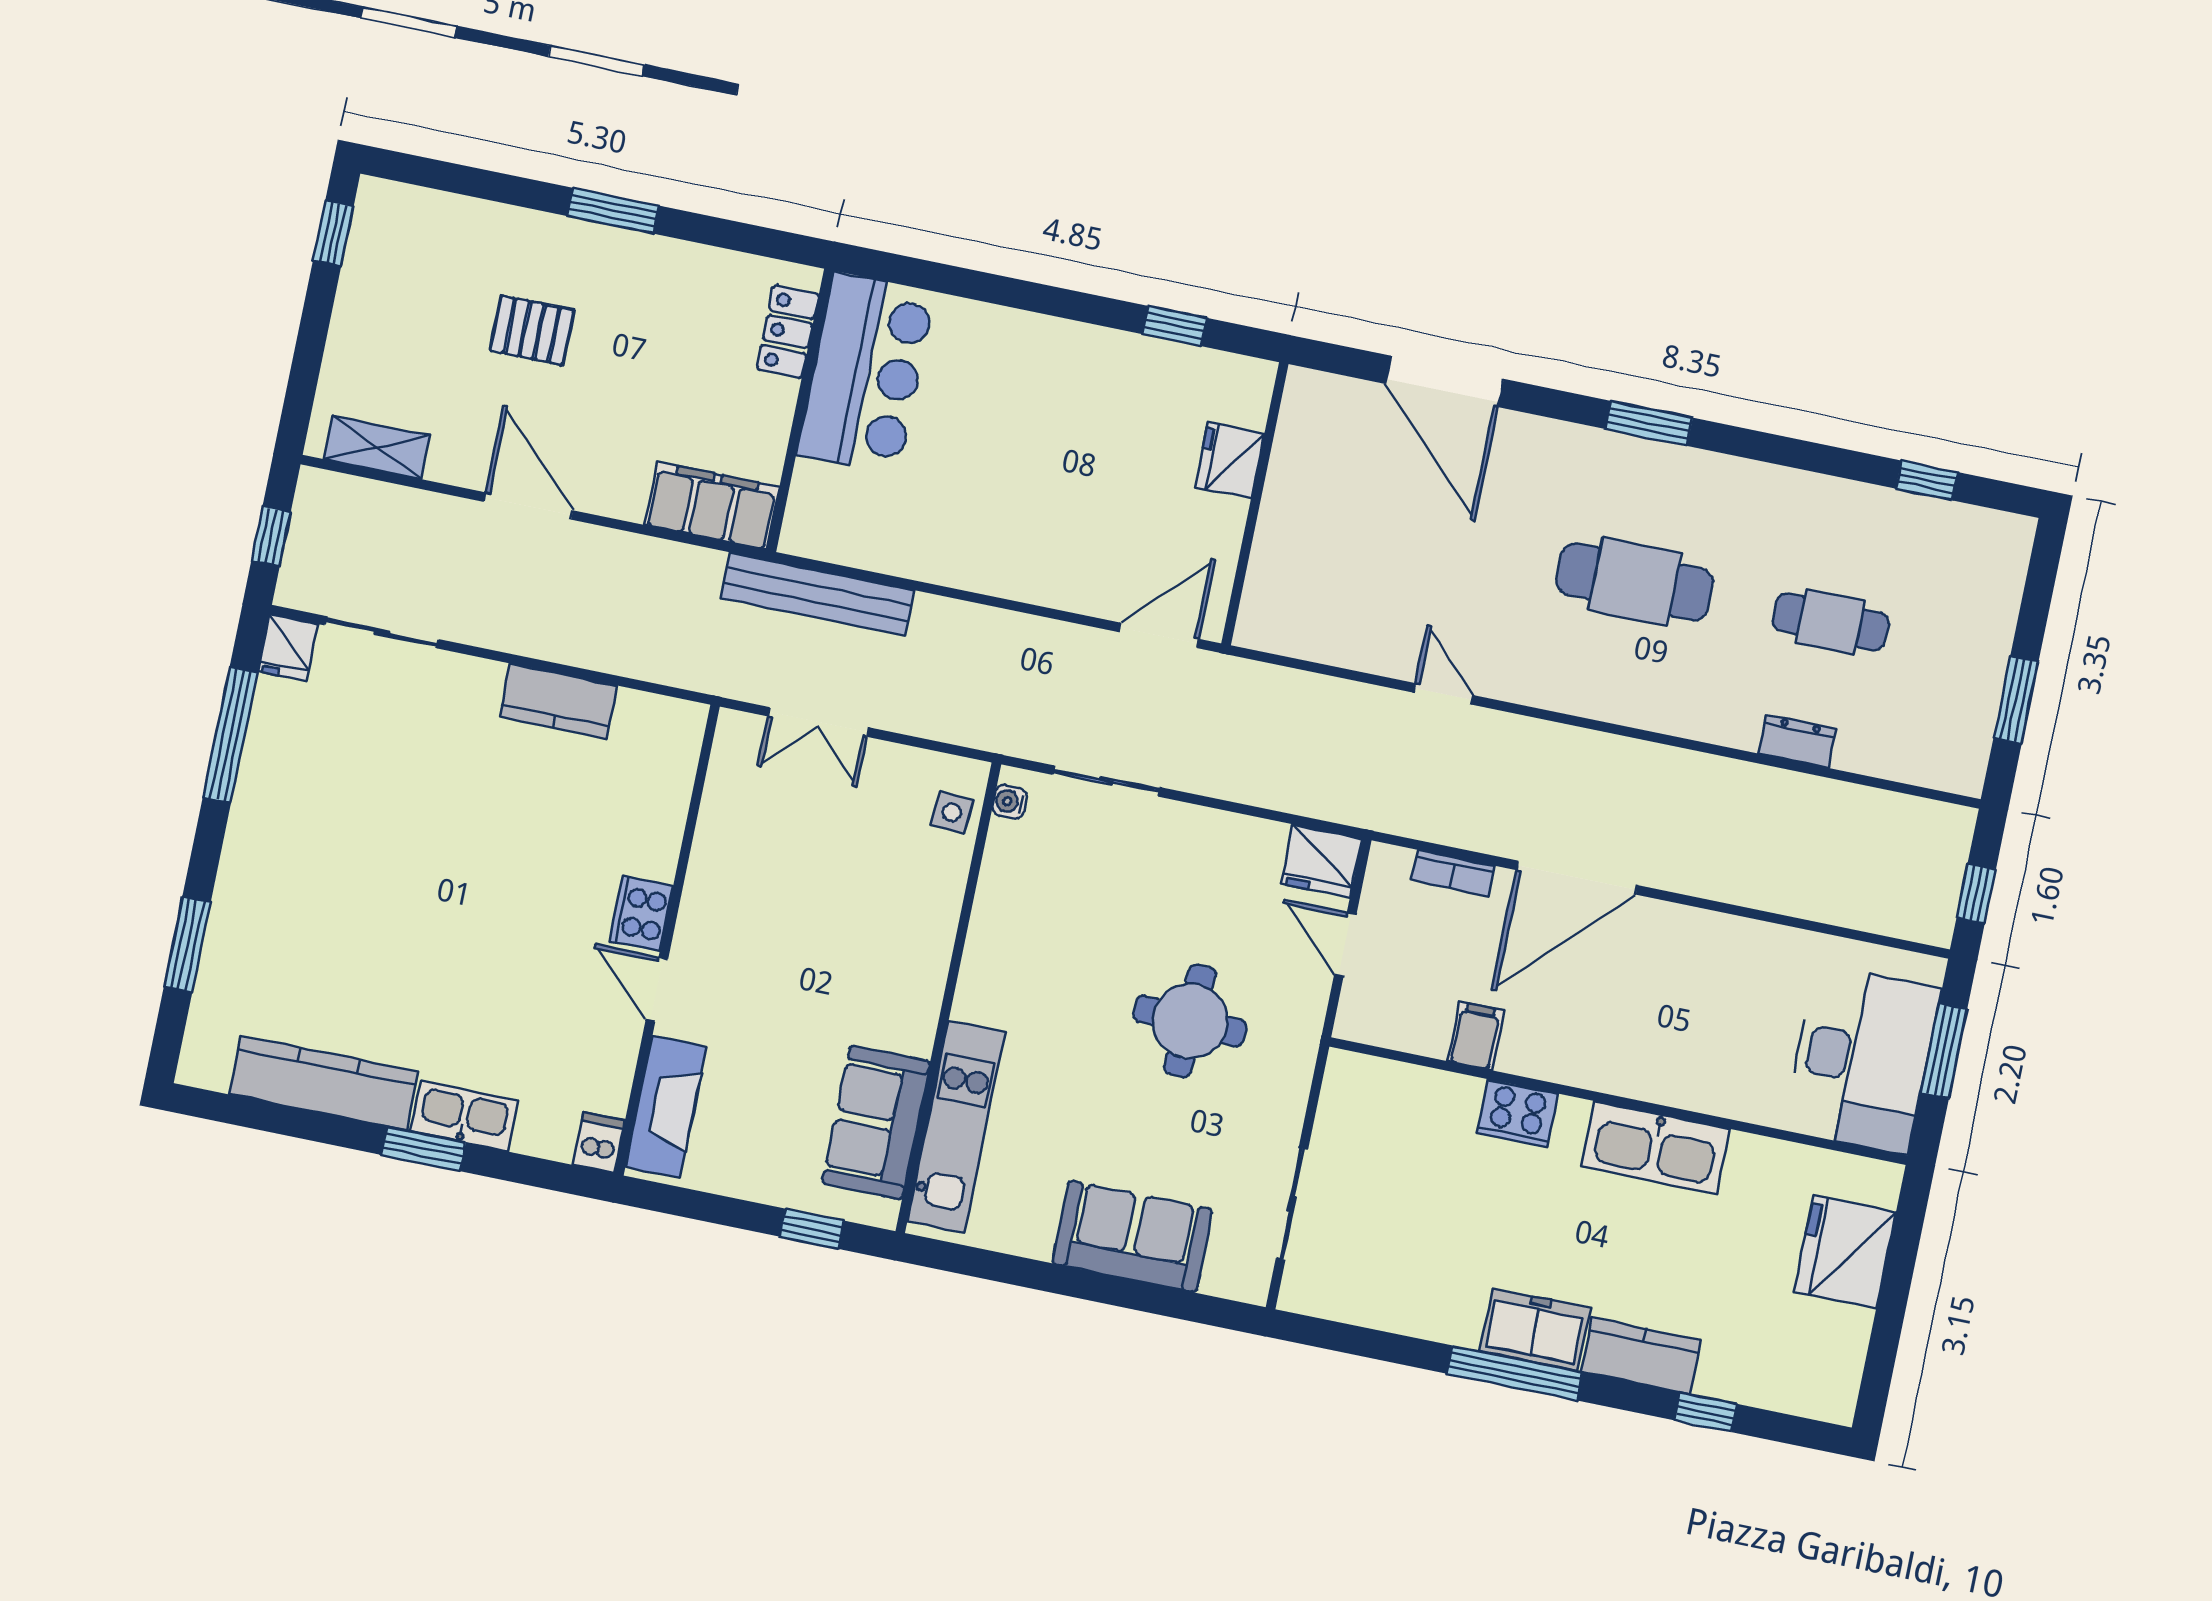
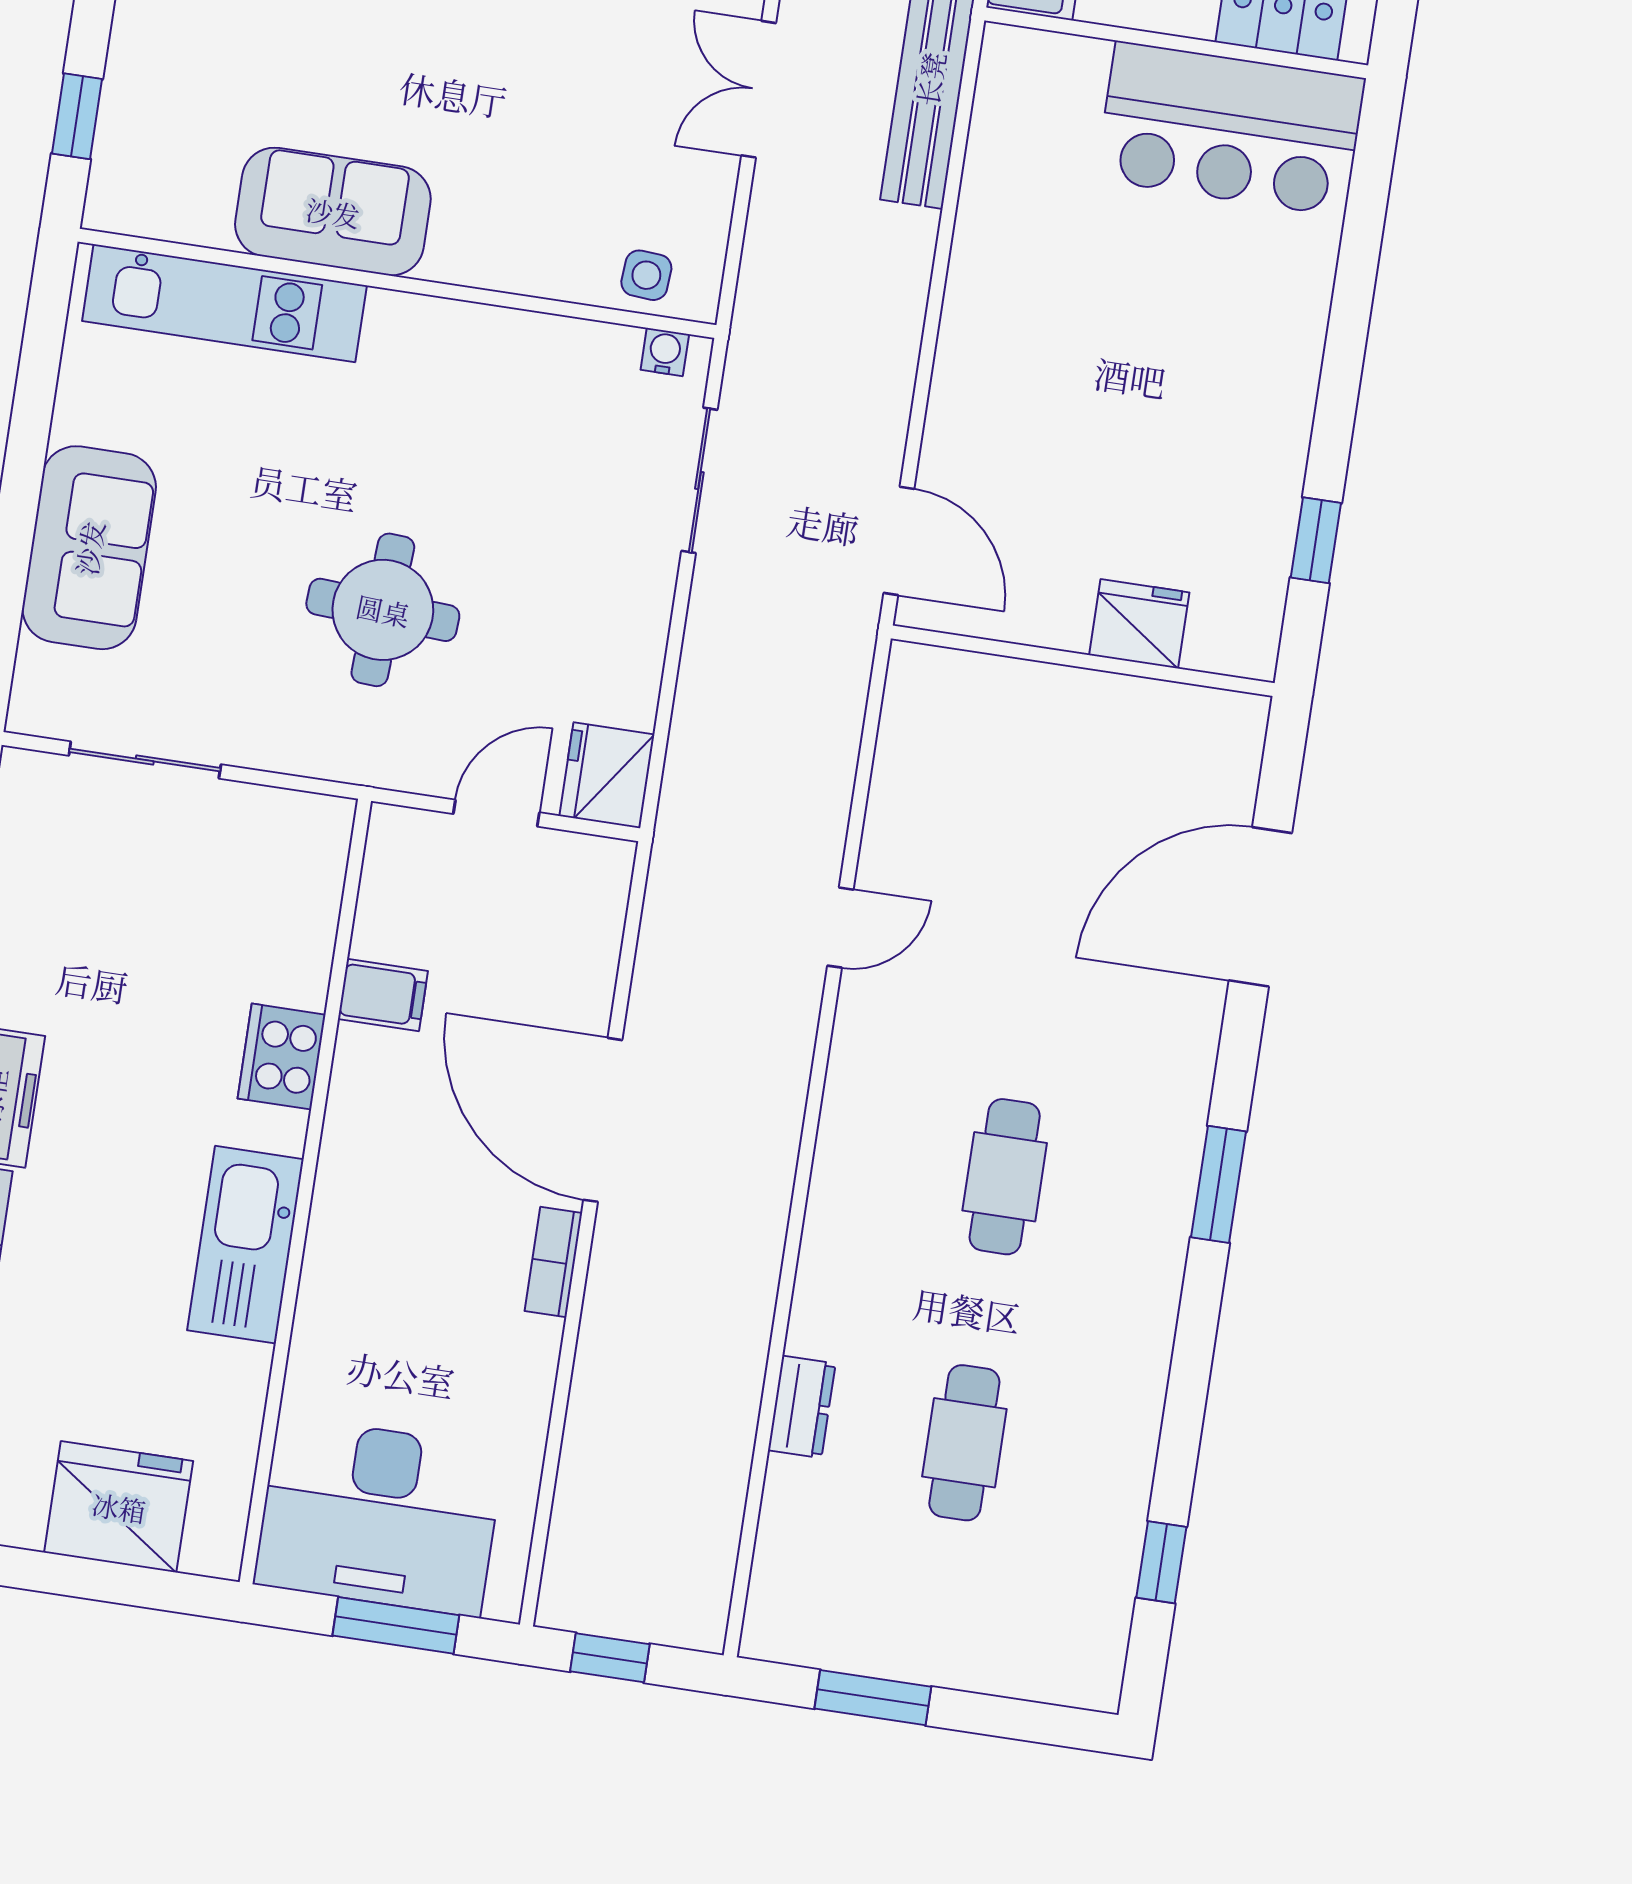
cafe table: (1635, 582) -> (1005, 1177), width x0.73, depth x0.74
bookcase: (1453, 873) -> (553, 1262), moved
sofa: (876, 1122) -> (333, 212), moved

